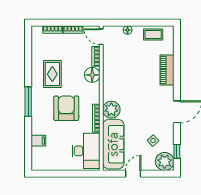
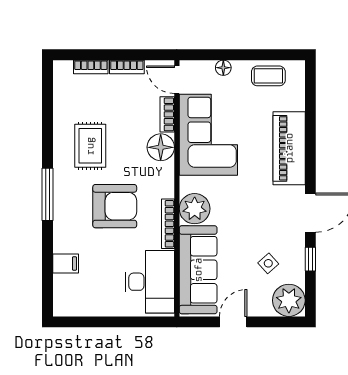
corner sofa: (119, 68) -> (208, 135), added
piano: (167, 70) -> (289, 148), width x1.37, depth x1.33
armchair: (66, 108) -> (115, 206), turned 90
window: (177, 151) -> (310, 259), moved

